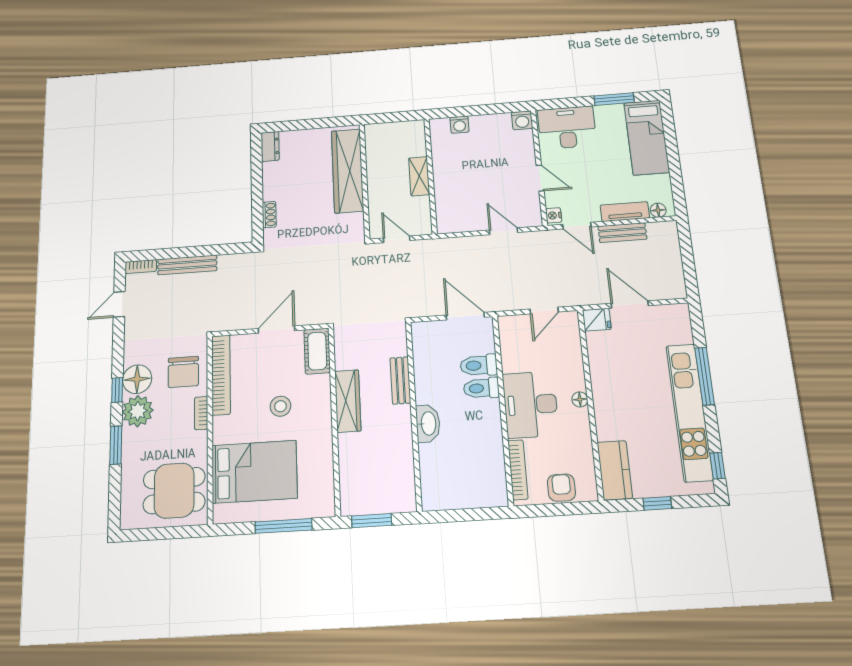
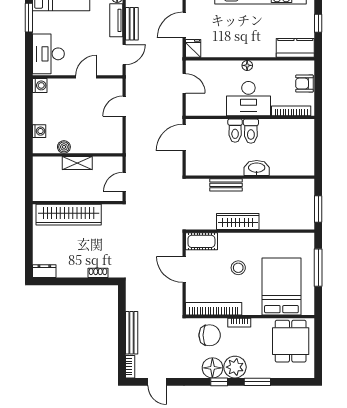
boiler: (440, 157) -> (64, 147), added
nightstand: (554, 215) -> (115, 70), removed
toilet: (479, 365) -> (251, 131), moved

